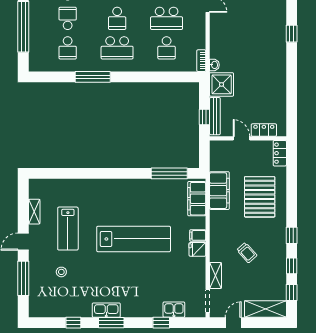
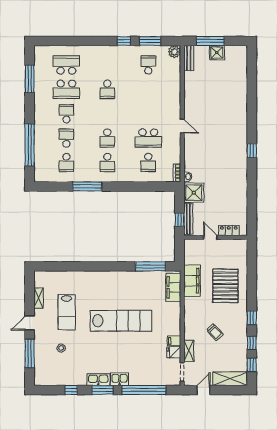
school desk: (117, 48) -> (107, 162), width x0.54
locker: (280, 153) -> (242, 250), removed
filing cabinet: (198, 235) -> (174, 341), moved
fridge: (197, 249) -> (174, 352), moved
kitchen sink: (174, 310) -> (120, 379), moved
window: (161, 323) -> (144, 390), width x3.17

